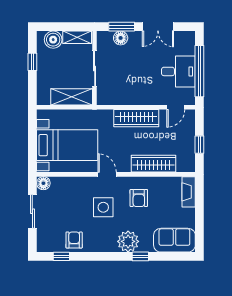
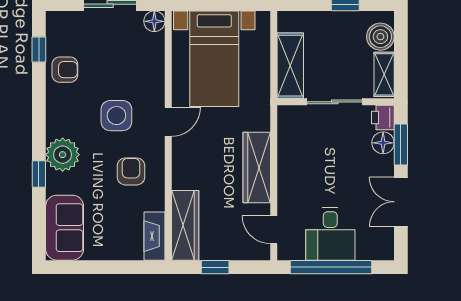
printer: (105, 38) -> (383, 118), added
wardrobe: (154, 164) -> (185, 225), moved
fireplace: (189, 192) -> (155, 236), moved, turned -90
armchair: (139, 198) -> (131, 171), turned 90

